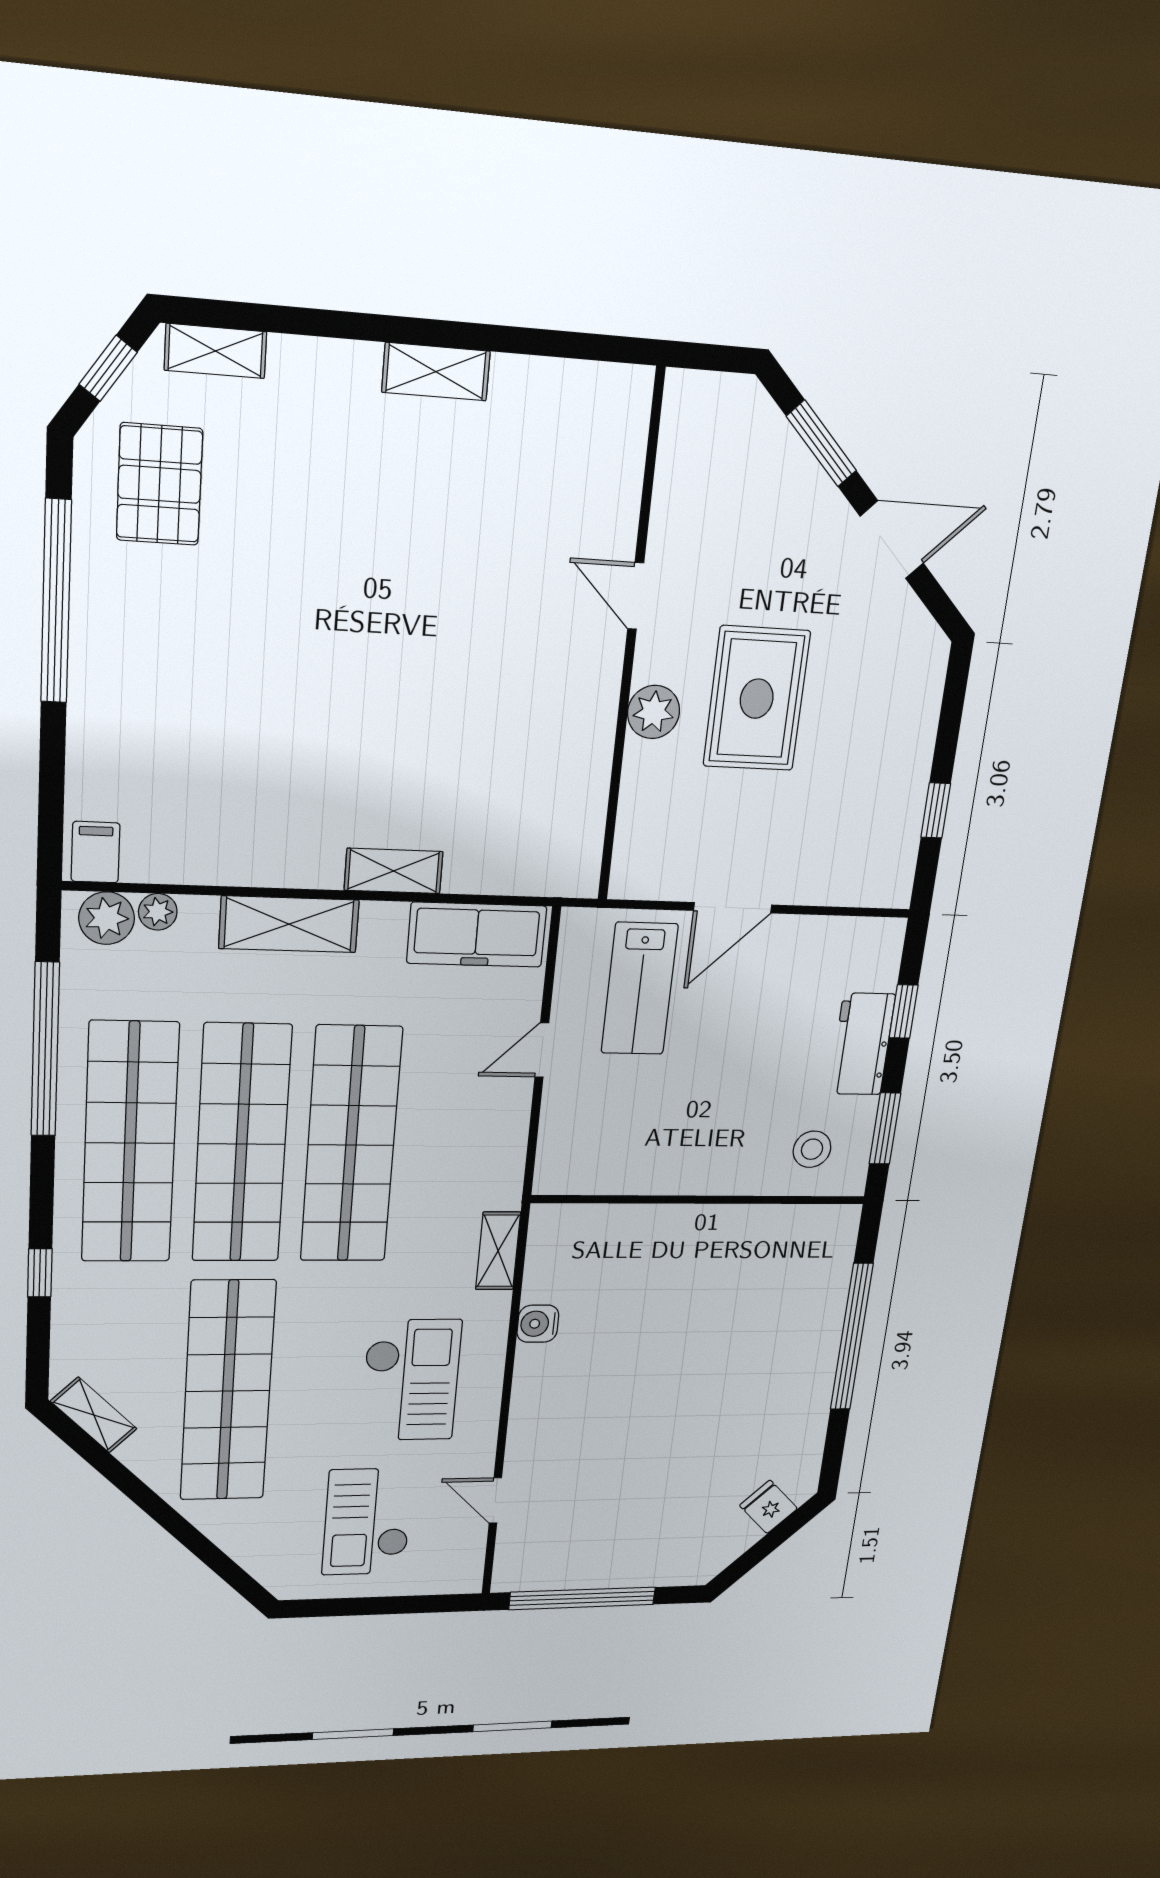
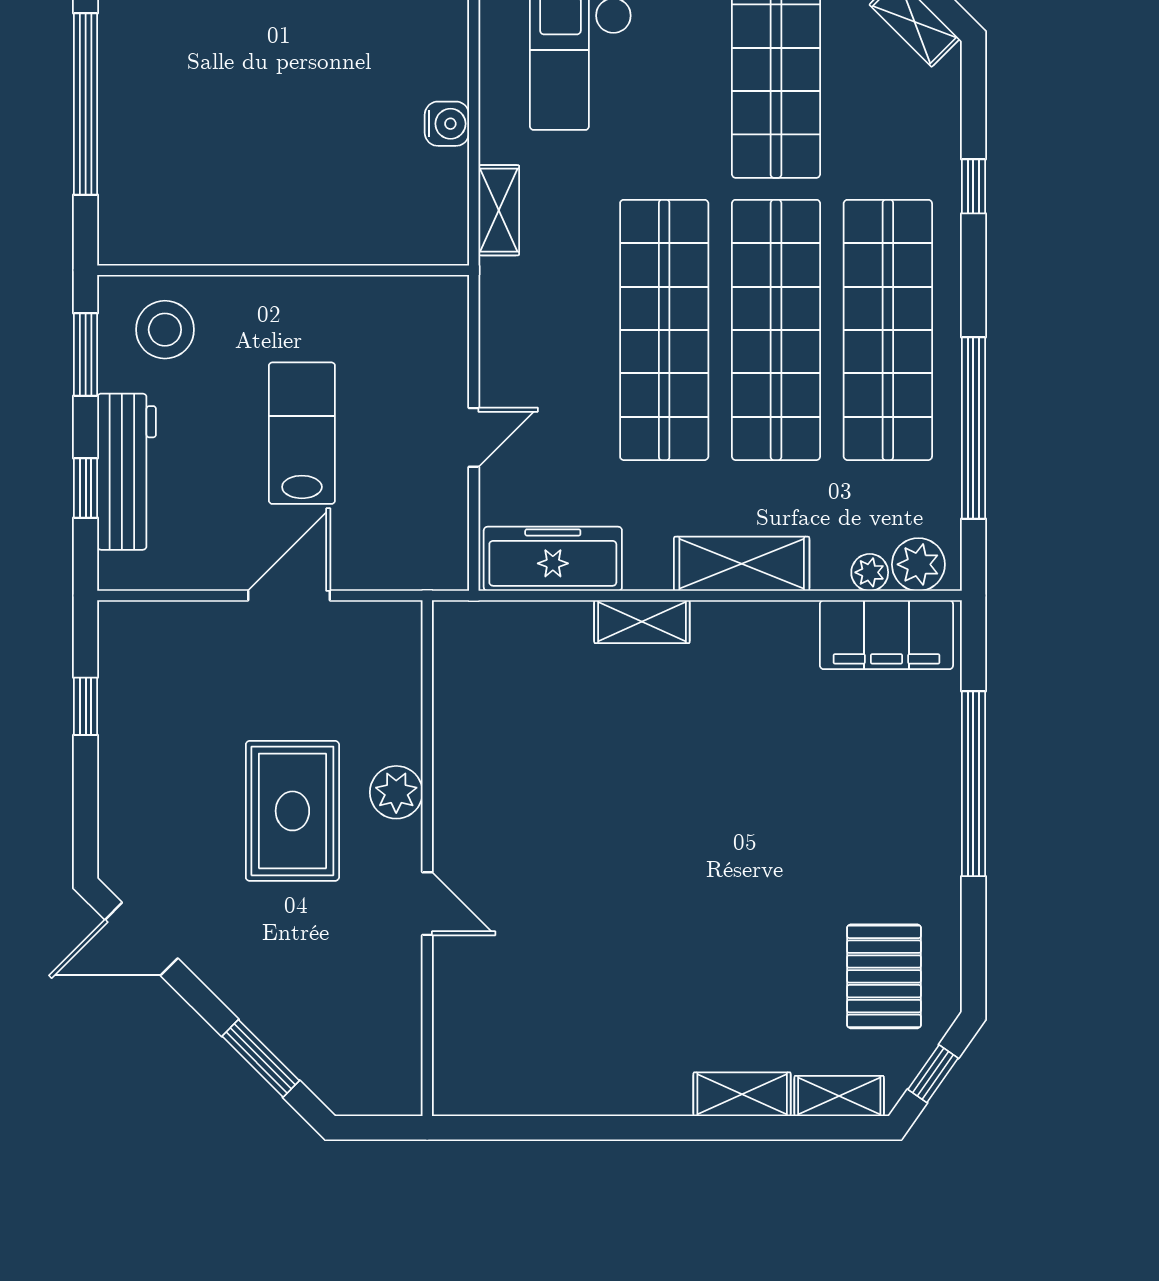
shelving: (436, 372) -> (742, 1094), moved
door: (892, 540) -> (141, 939), moved
window: (56, 602) -> (973, 784), moved
filing cabinet: (95, 852) -> (886, 635), width x3.00, depth x1.17
lab bench: (640, 989) -> (302, 433), moved
workbench: (862, 1044) -> (127, 472), width x1.37
stool: (812, 1149) -> (165, 330), width x1.38, depth x1.38

